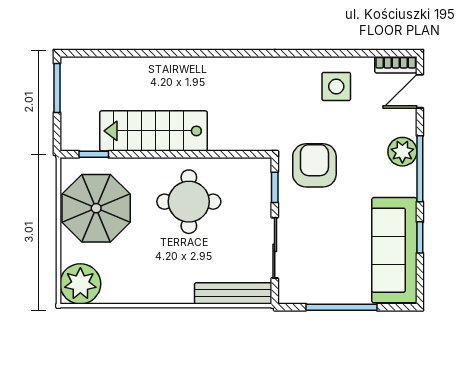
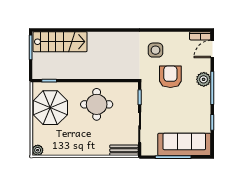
side table: (336, 86) -> (156, 50), moved
stairs: (153, 131) -> (60, 42), moved, turned 180
armchair: (314, 165) -> (170, 77), moved
sofa: (394, 250) -> (184, 144), moved, turned 90
plant: (80, 284) -> (38, 150), width x0.53, depth x0.53
bench: (233, 293) -> (124, 150), width x0.73

